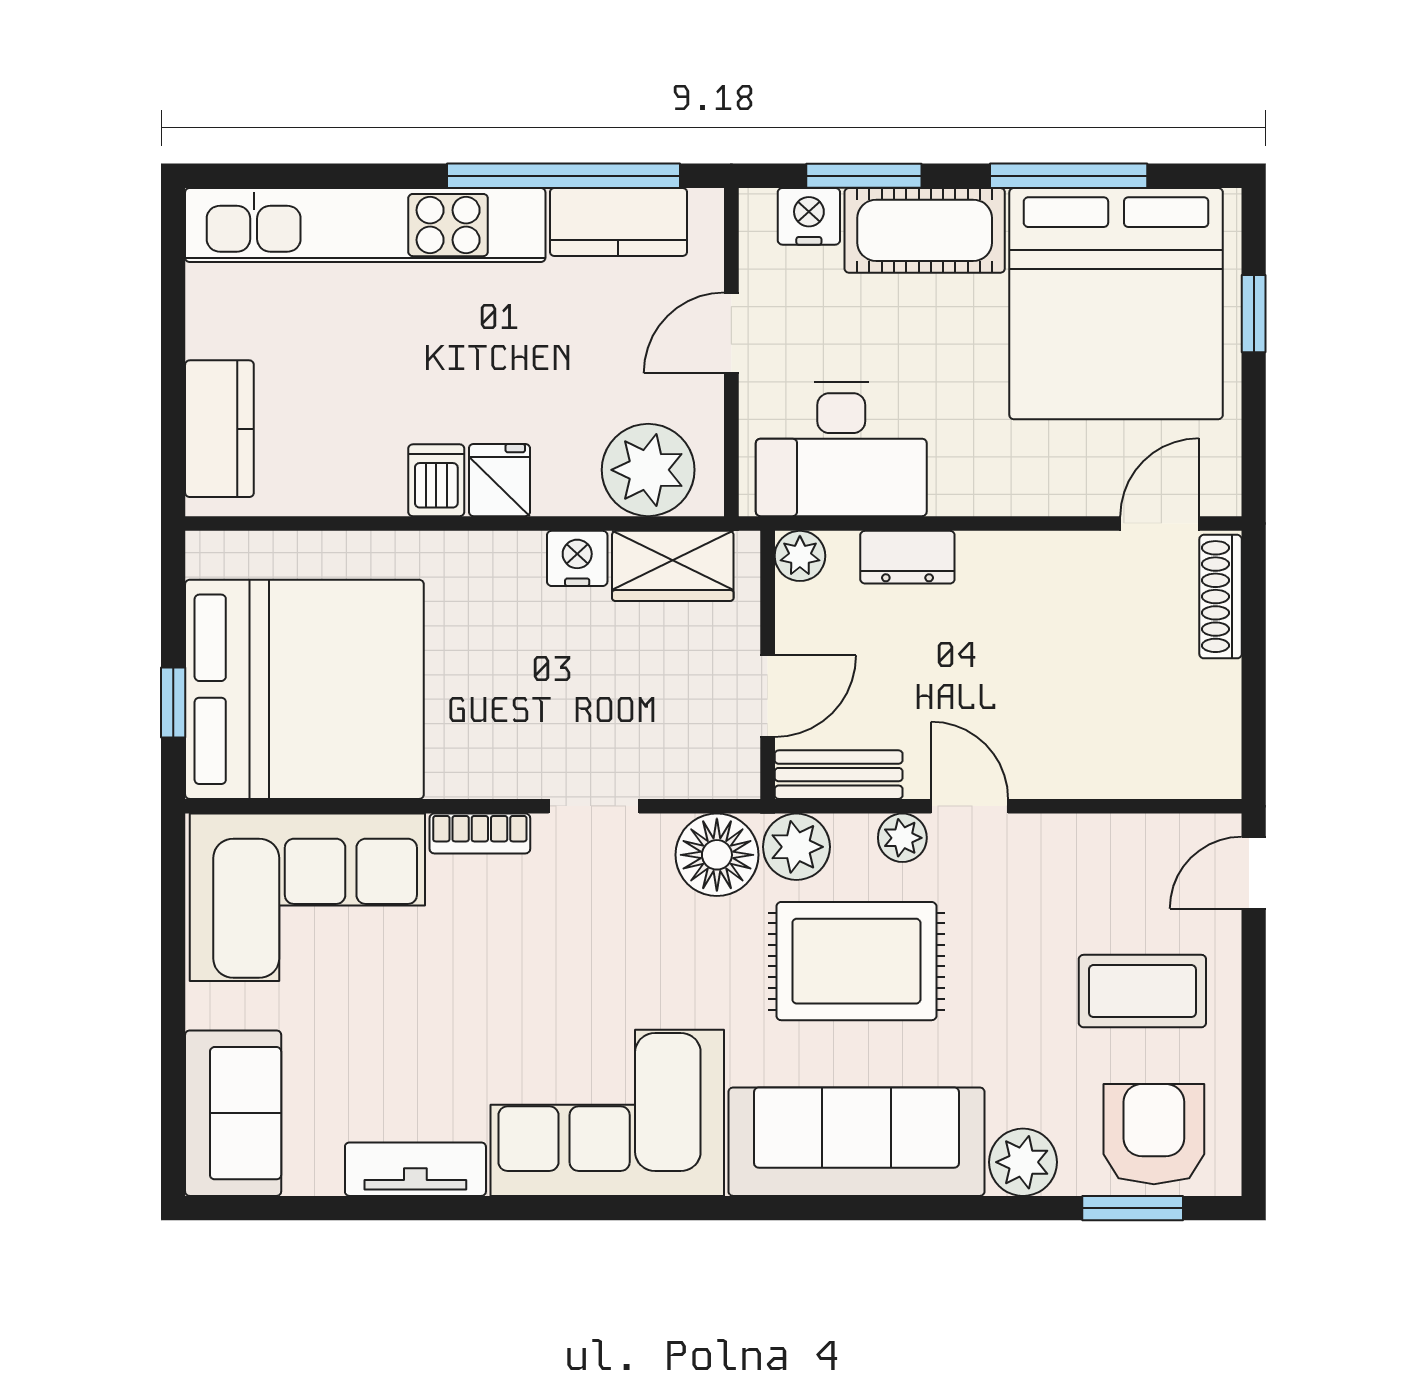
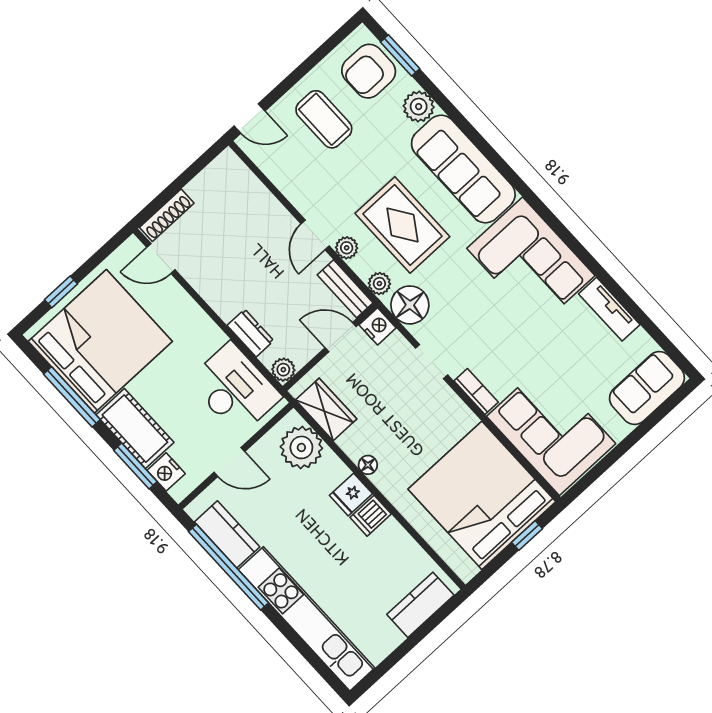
floor lamp: (522, 551) -> (368, 465), added
nightstand: (577, 558) -> (378, 326), moved, turned 180
plant: (796, 847) -> (379, 283), width x0.73, depth x0.73

